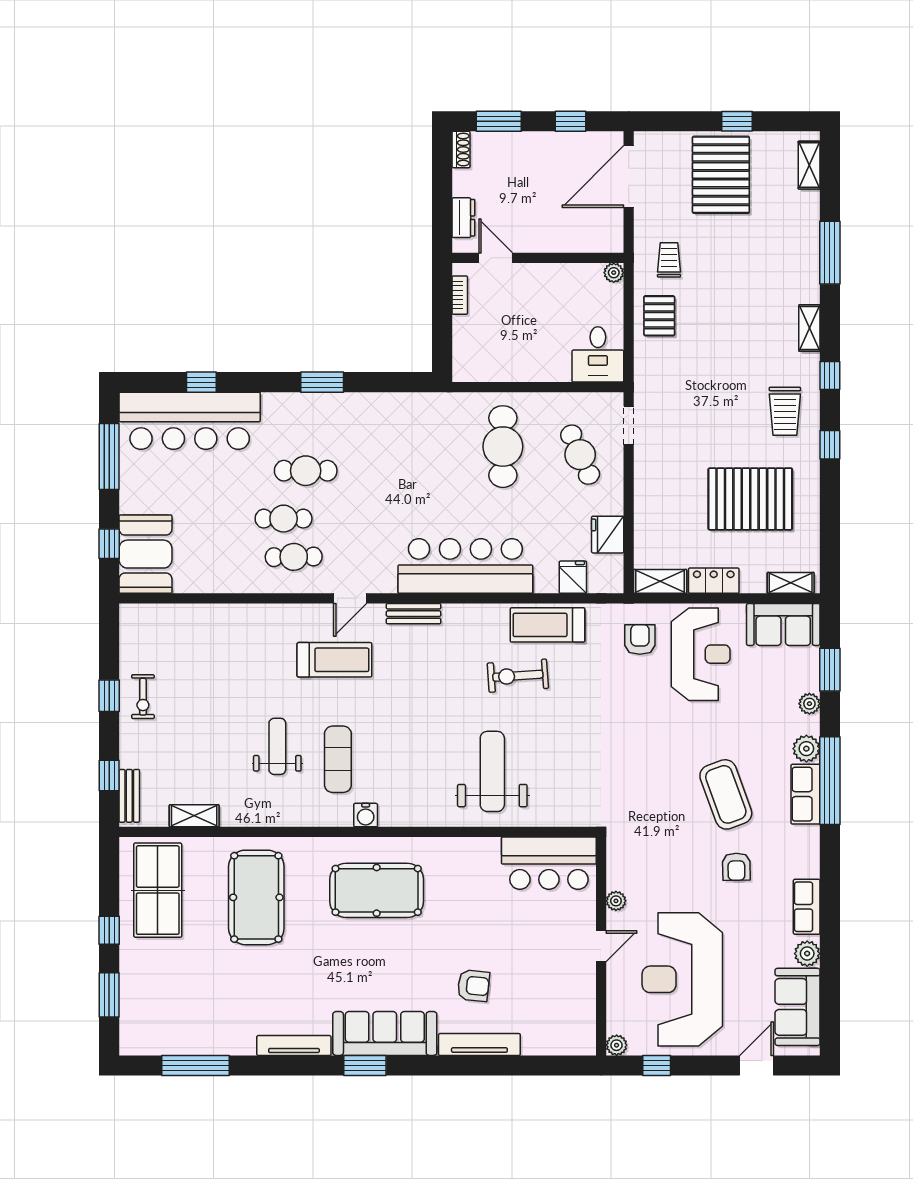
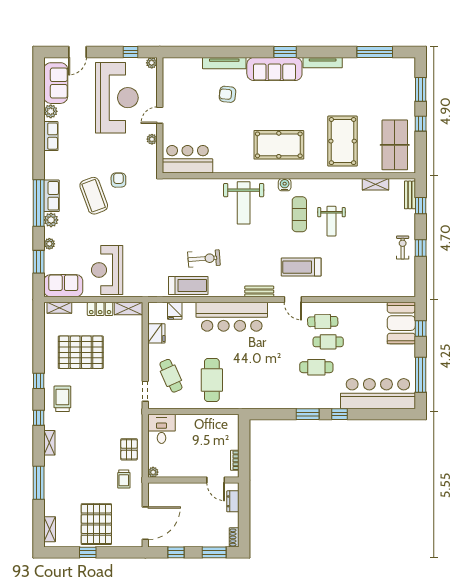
window: (201, 382) -> (339, 414), moved
door: (350, 598) -> (293, 300), swing flipped
armchair: (640, 640) -> (139, 278), removed
weight bench: (492, 771) -> (244, 203), moved
armchair: (736, 867) -> (118, 180), moved

